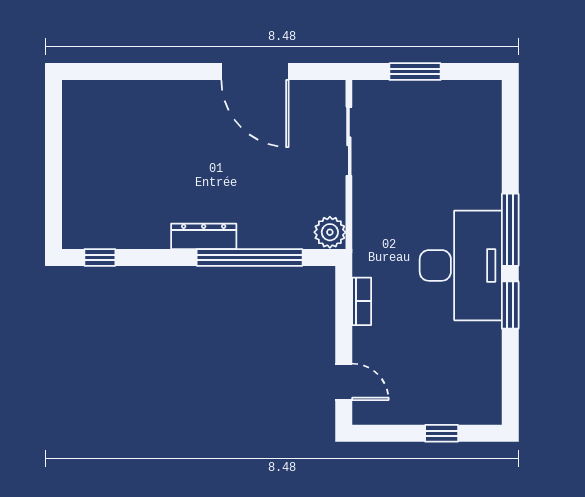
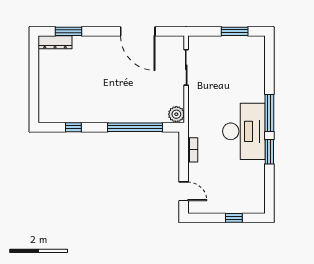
window: (121, 72) -> (68, 31), added
window: (415, 72) -> (235, 31), moved
dresser: (204, 236) -> (55, 42), moved, turned 180
window: (100, 257) -> (73, 127), moved

